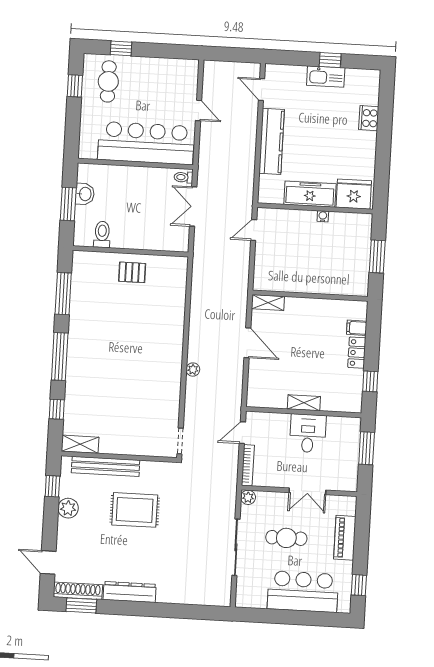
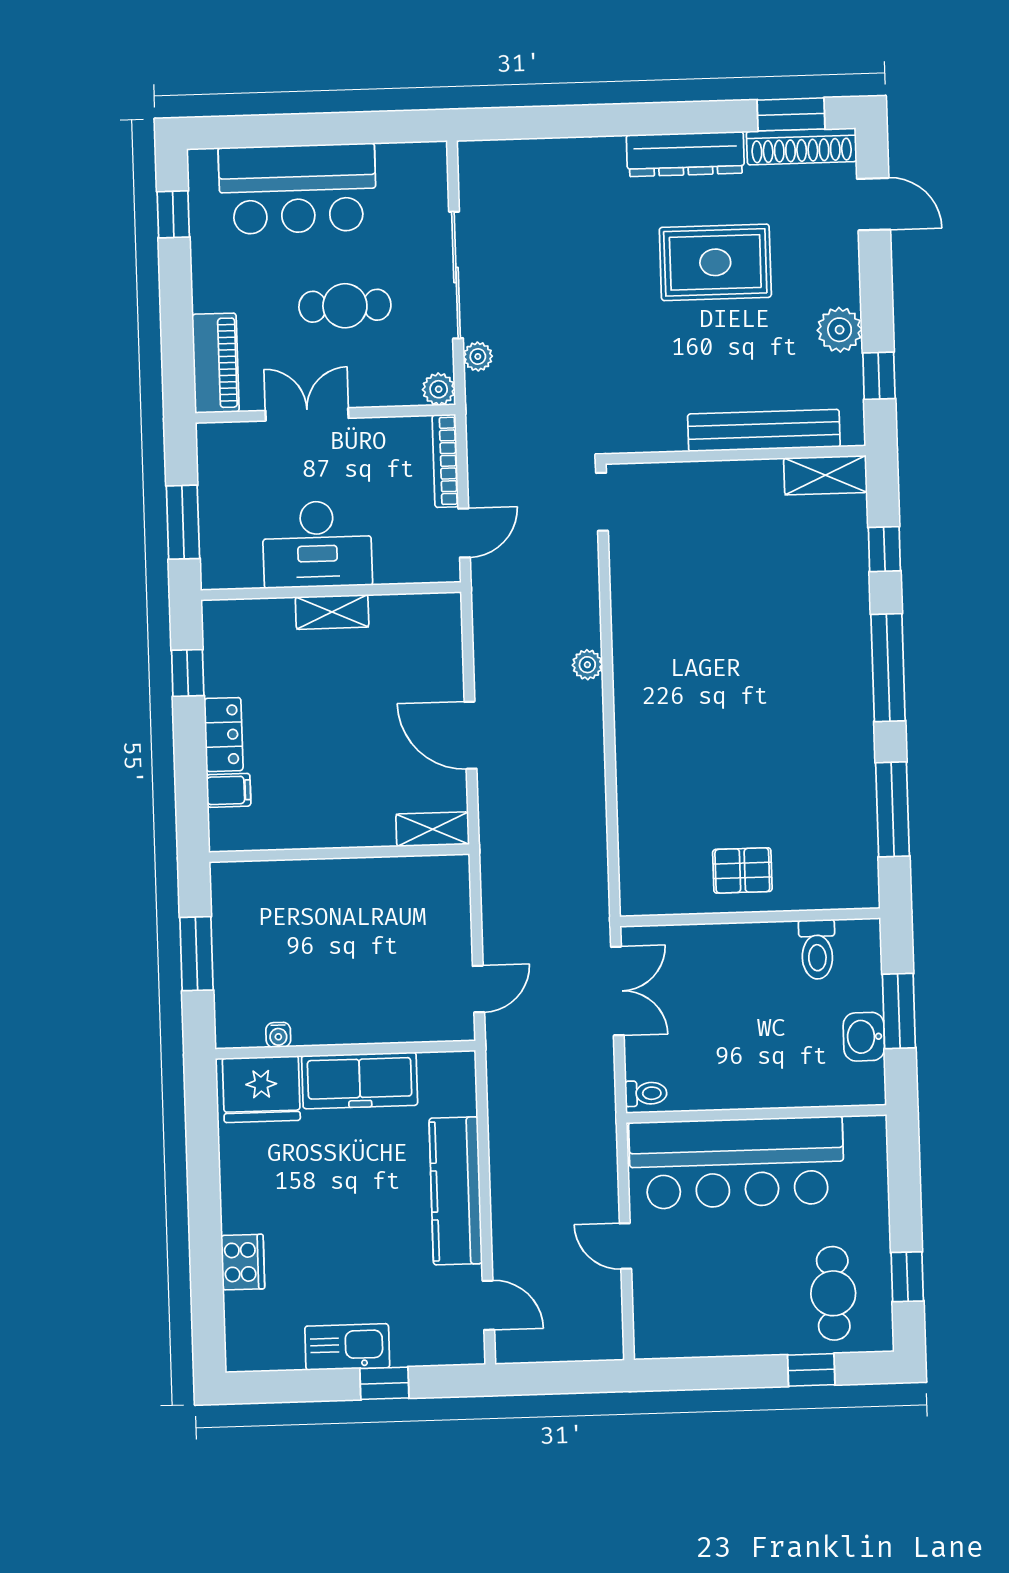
window: (330, 60) -> (384, 1383), moved
double door: (193, 207) -> (617, 991), moved
water cooler: (323, 216) -> (278, 1035), moved
desk: (308, 433) -> (317, 544), width x1.37
rug: (135, 510) -> (715, 262), moved
plant: (229, 510) -> (478, 356), added
piano: (345, 538) -> (216, 363), moved

